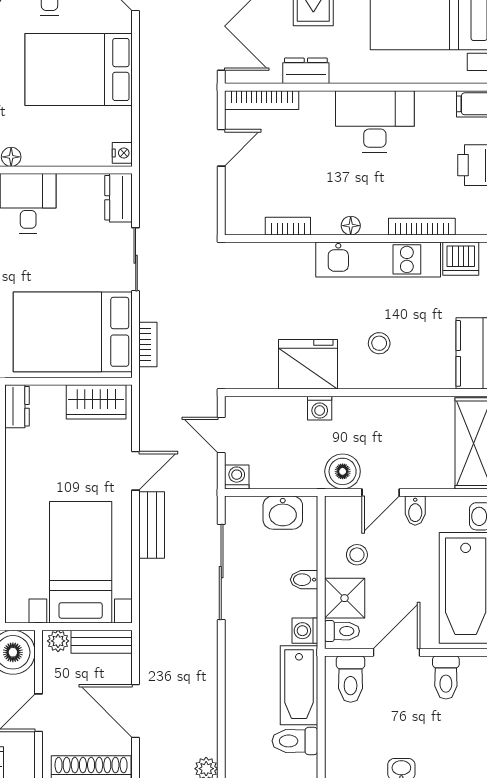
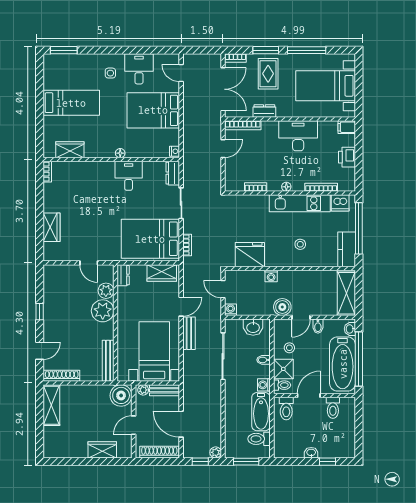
fridge: (308, 364) -> (250, 255), moved

